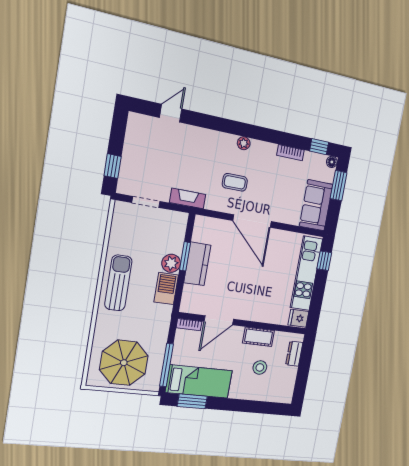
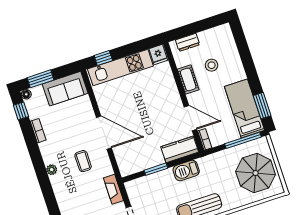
door: (252, 221) -> (104, 133), hinge flipped
plant: (171, 263) -> (166, 177), removed
kitchen counter: (197, 264) -> (180, 149), moved

